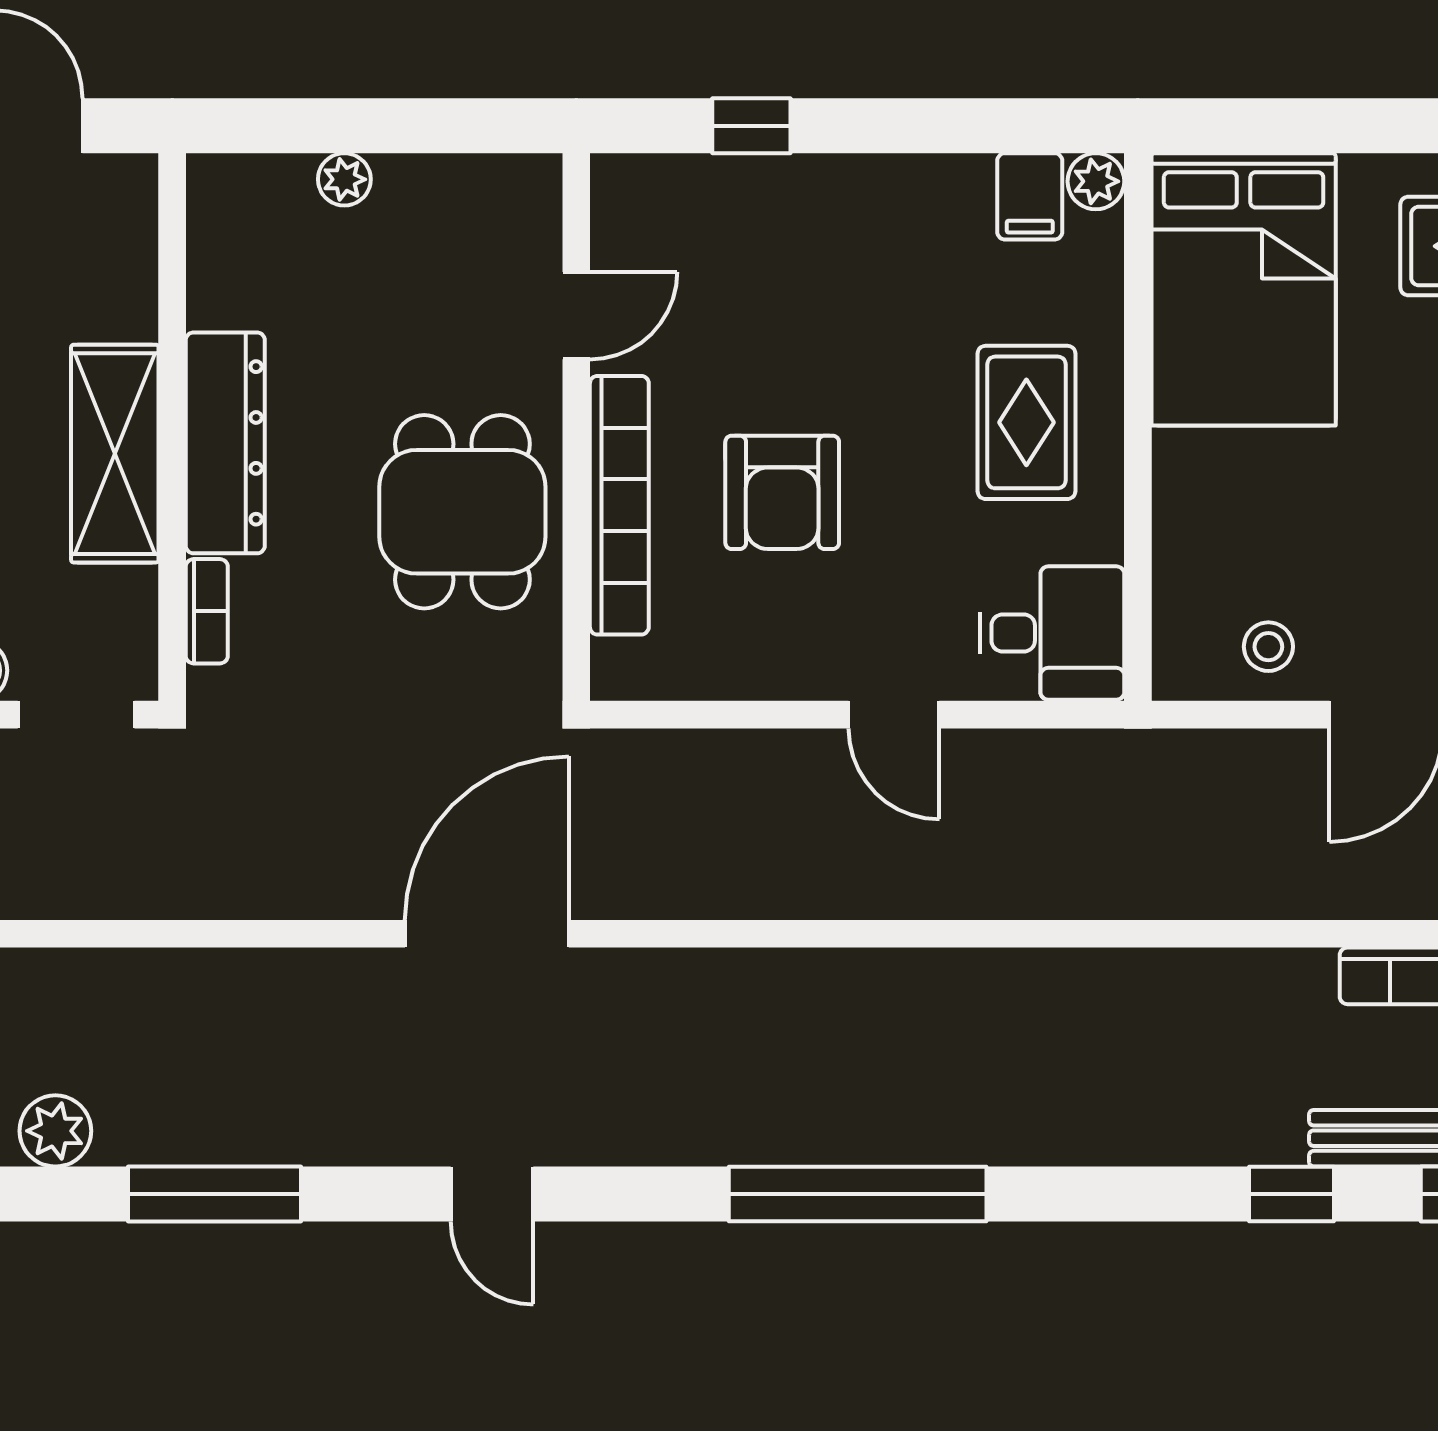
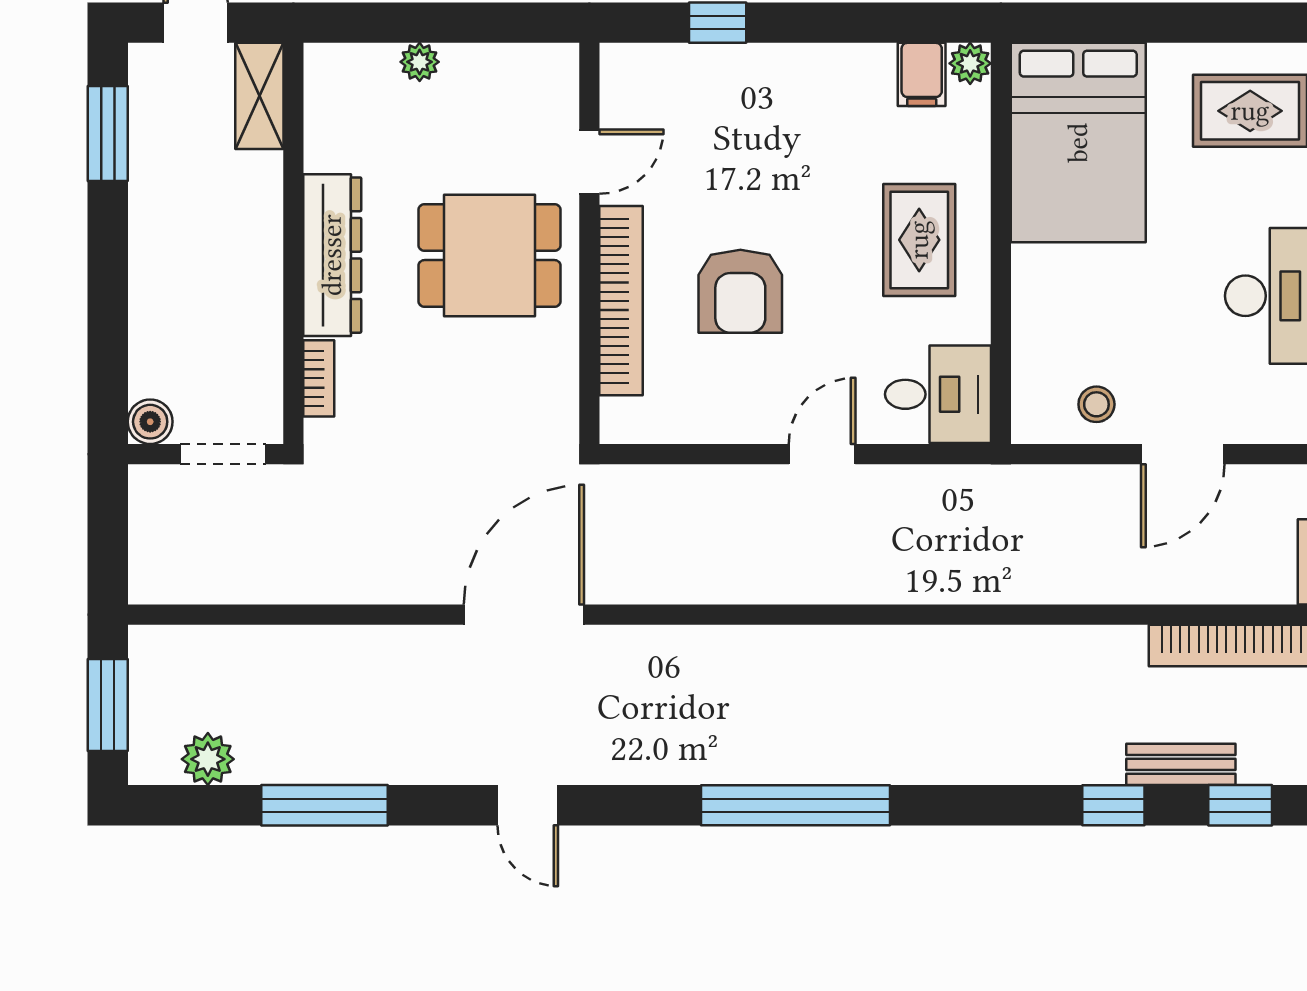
shelving: (115, 454) -> (259, 96), moved, width x0.67, depth x0.75
dining table: (462, 512) -> (489, 255), moved, turned 90
door: (894, 715) -> (822, 454), swing flipped

